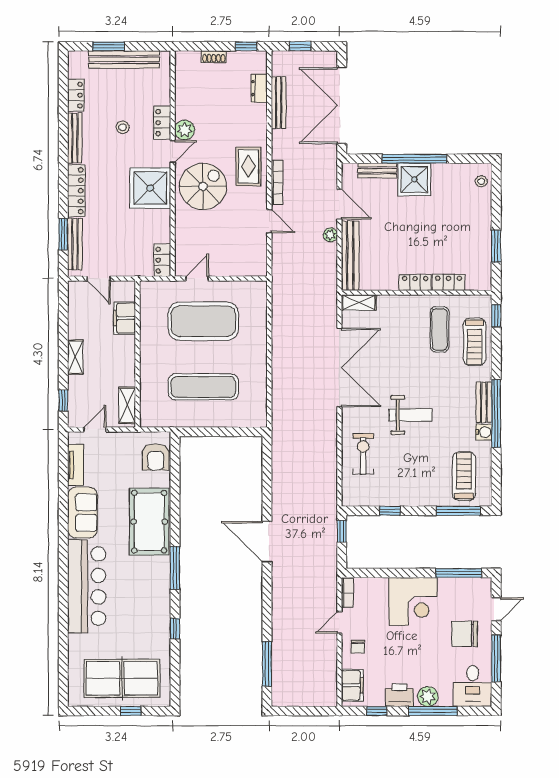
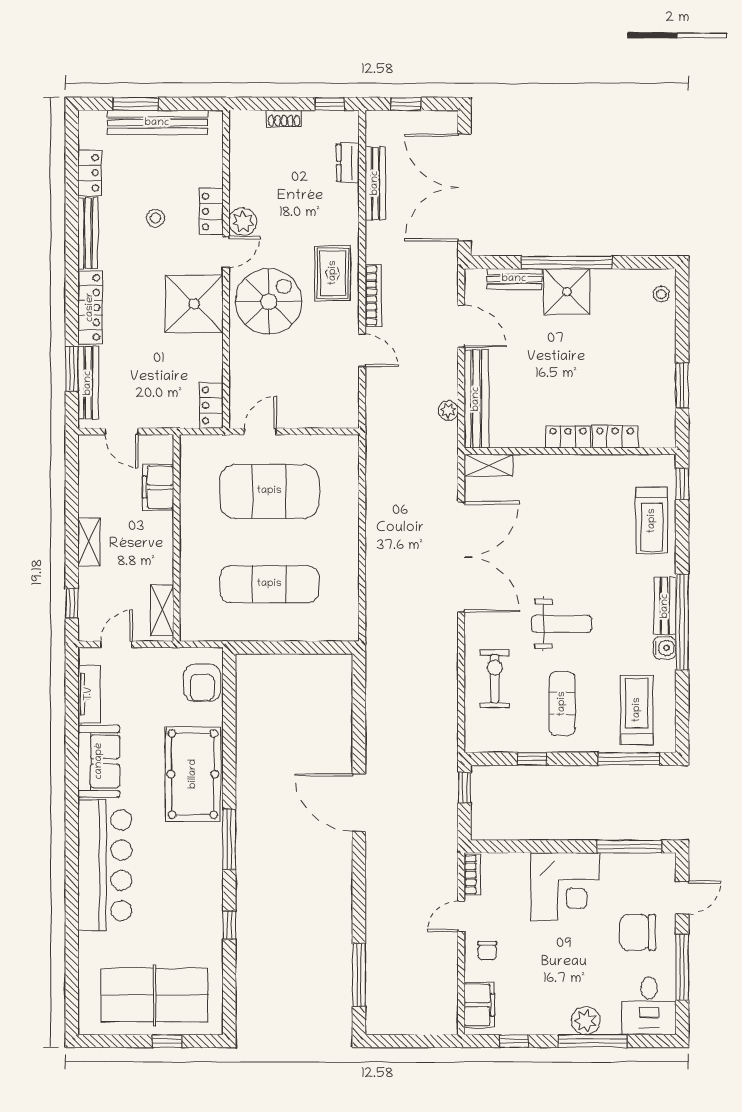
plant: (330, 235) -> (448, 410), moved
exercise mat: (440, 329) -> (562, 704), moved
printer: (400, 695) -> (546, 1019), removed

